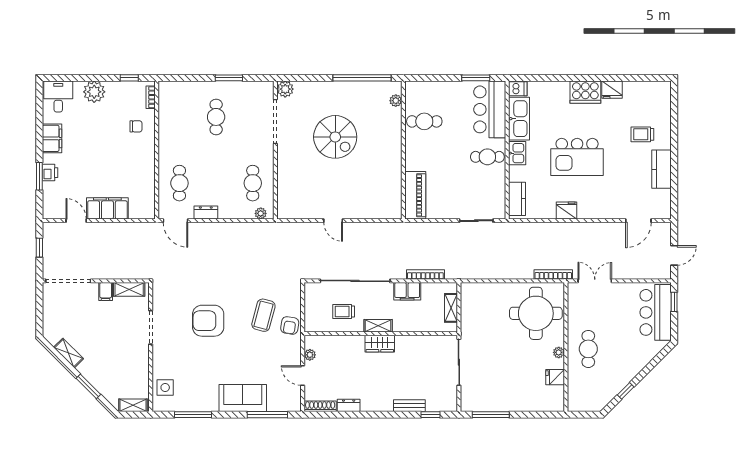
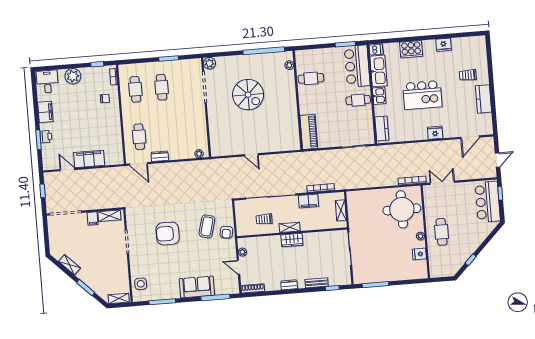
cooker: (585, 92) -> (411, 49), moved
cafe table: (253, 183) -> (135, 89), moved
fridge: (566, 211) -> (435, 133), moved
dresser: (349, 405) -> (289, 285), moved

